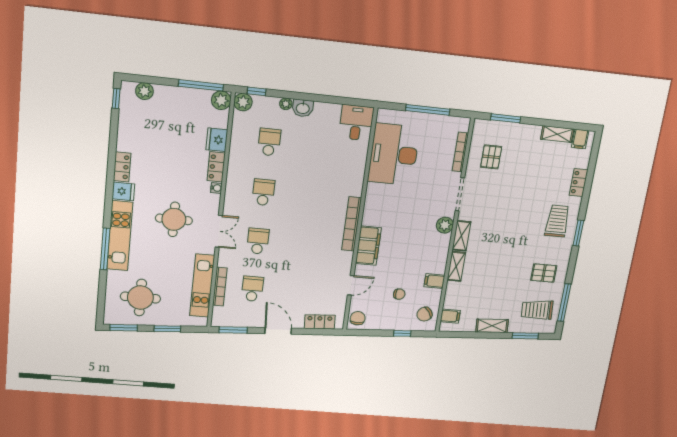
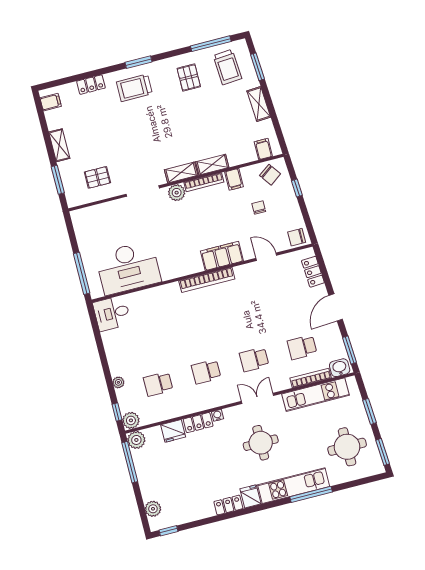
washbasin: (303, 108) -> (340, 368), moved, turned -90
window: (428, 110) -> (82, 273), moved
shelving: (557, 134) -> (59, 145), moved
bookcase: (460, 152) -> (204, 182), moved

